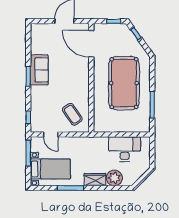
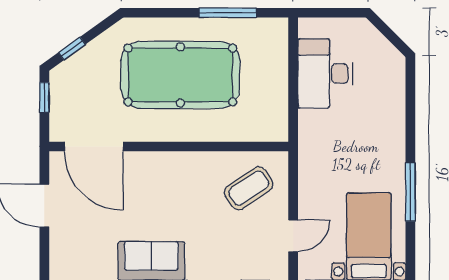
door: (91, 44) -> (94, 146), hinge flipped
plant: (114, 178) -> (388, 96), removed
wardrobe: (95, 180) -> (392, 139), removed

